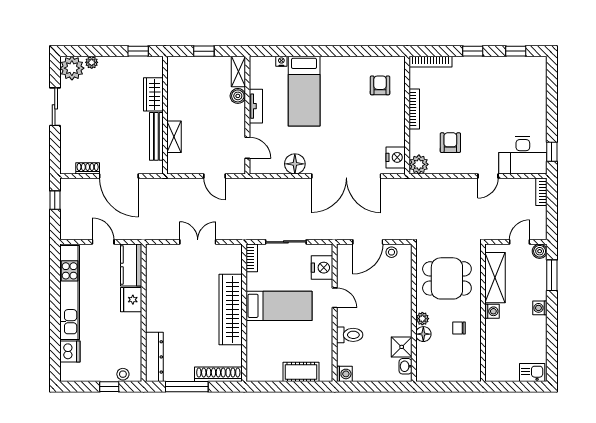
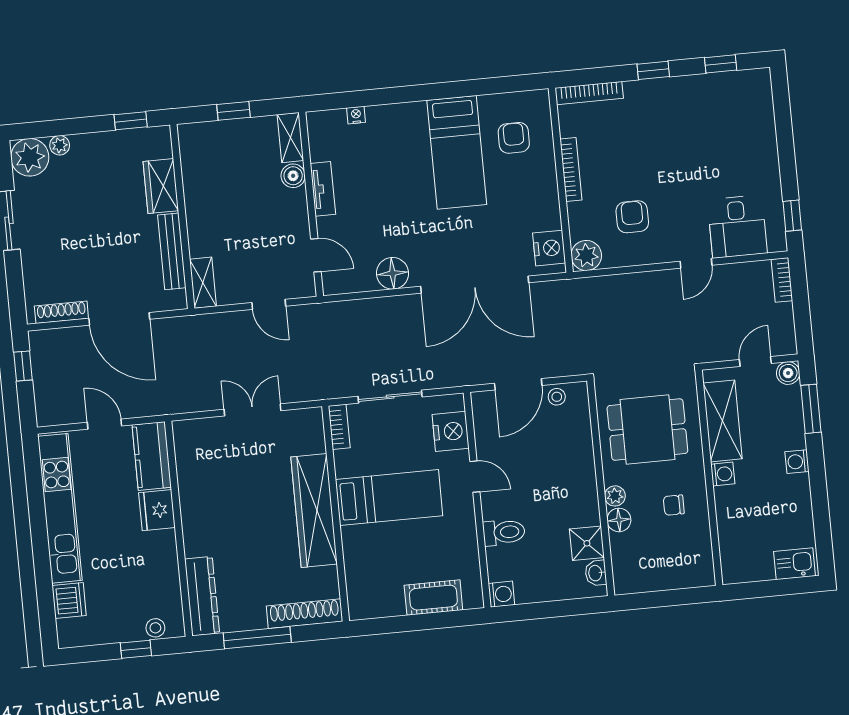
bed: (304, 91) -> (457, 152), moved
shelving: (174, 137) -> (203, 283), moved
desk: (523, 155) -> (737, 227), width x0.73
shoe rack: (88, 168) -> (61, 312), width x1.43

